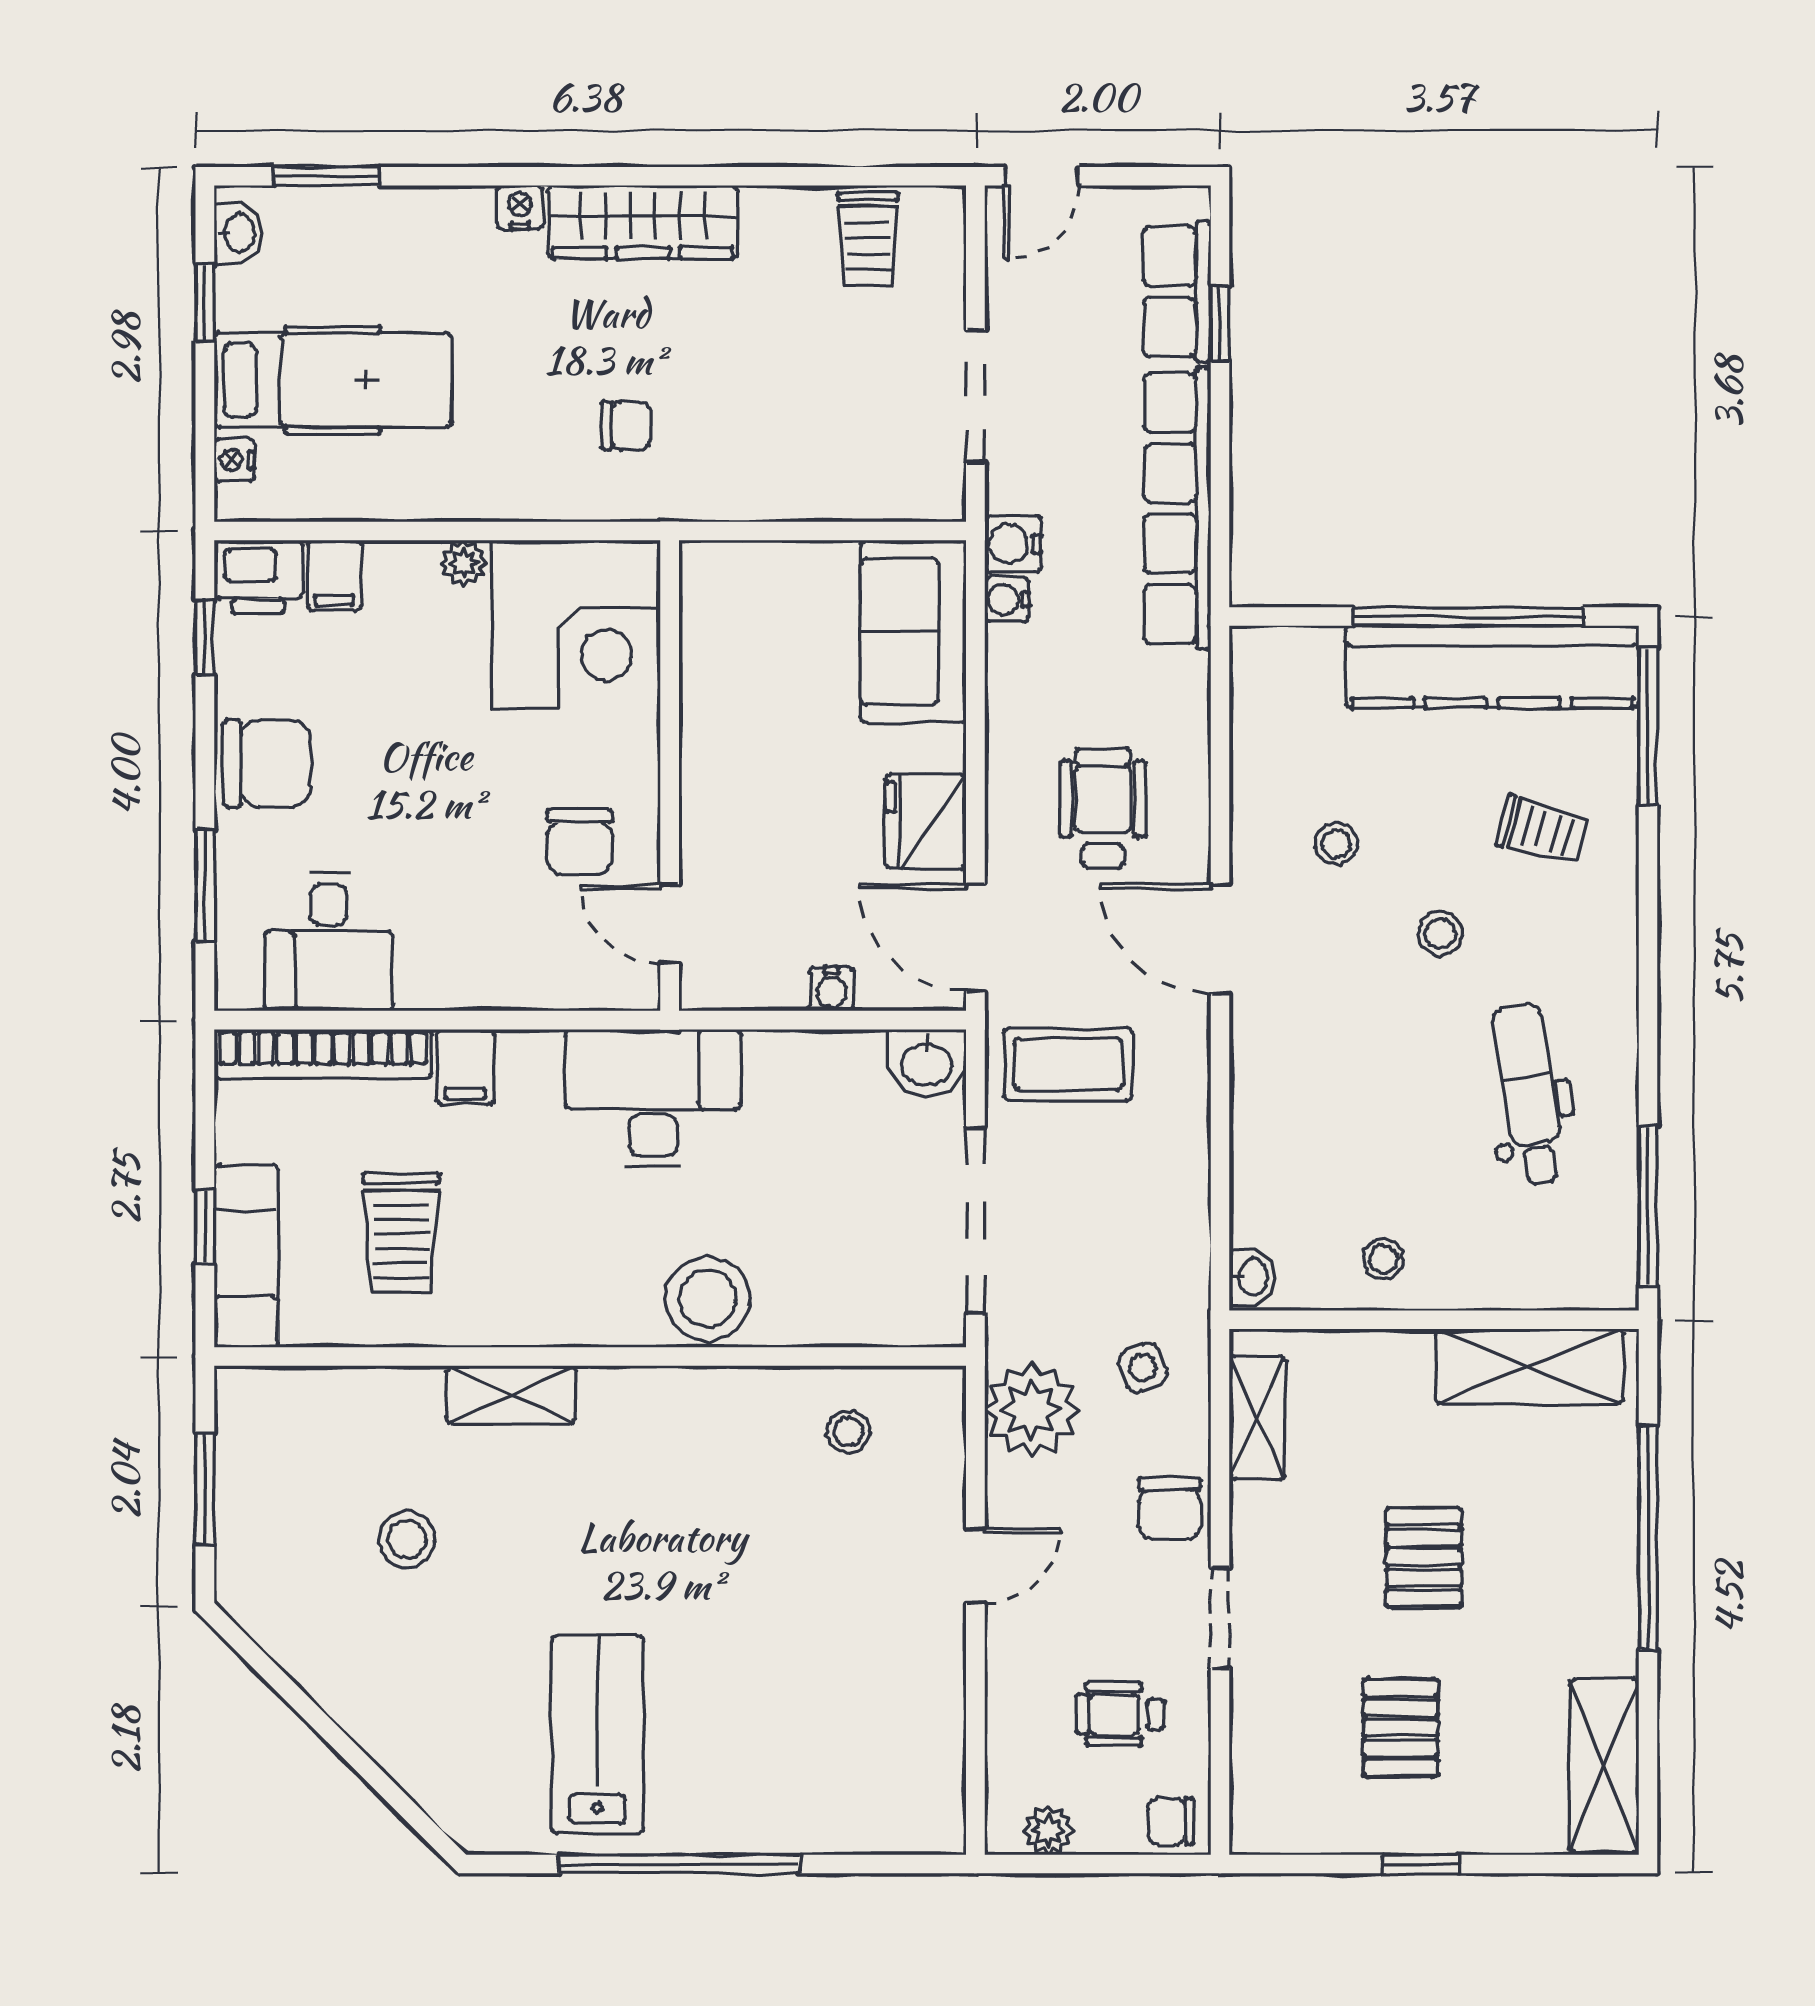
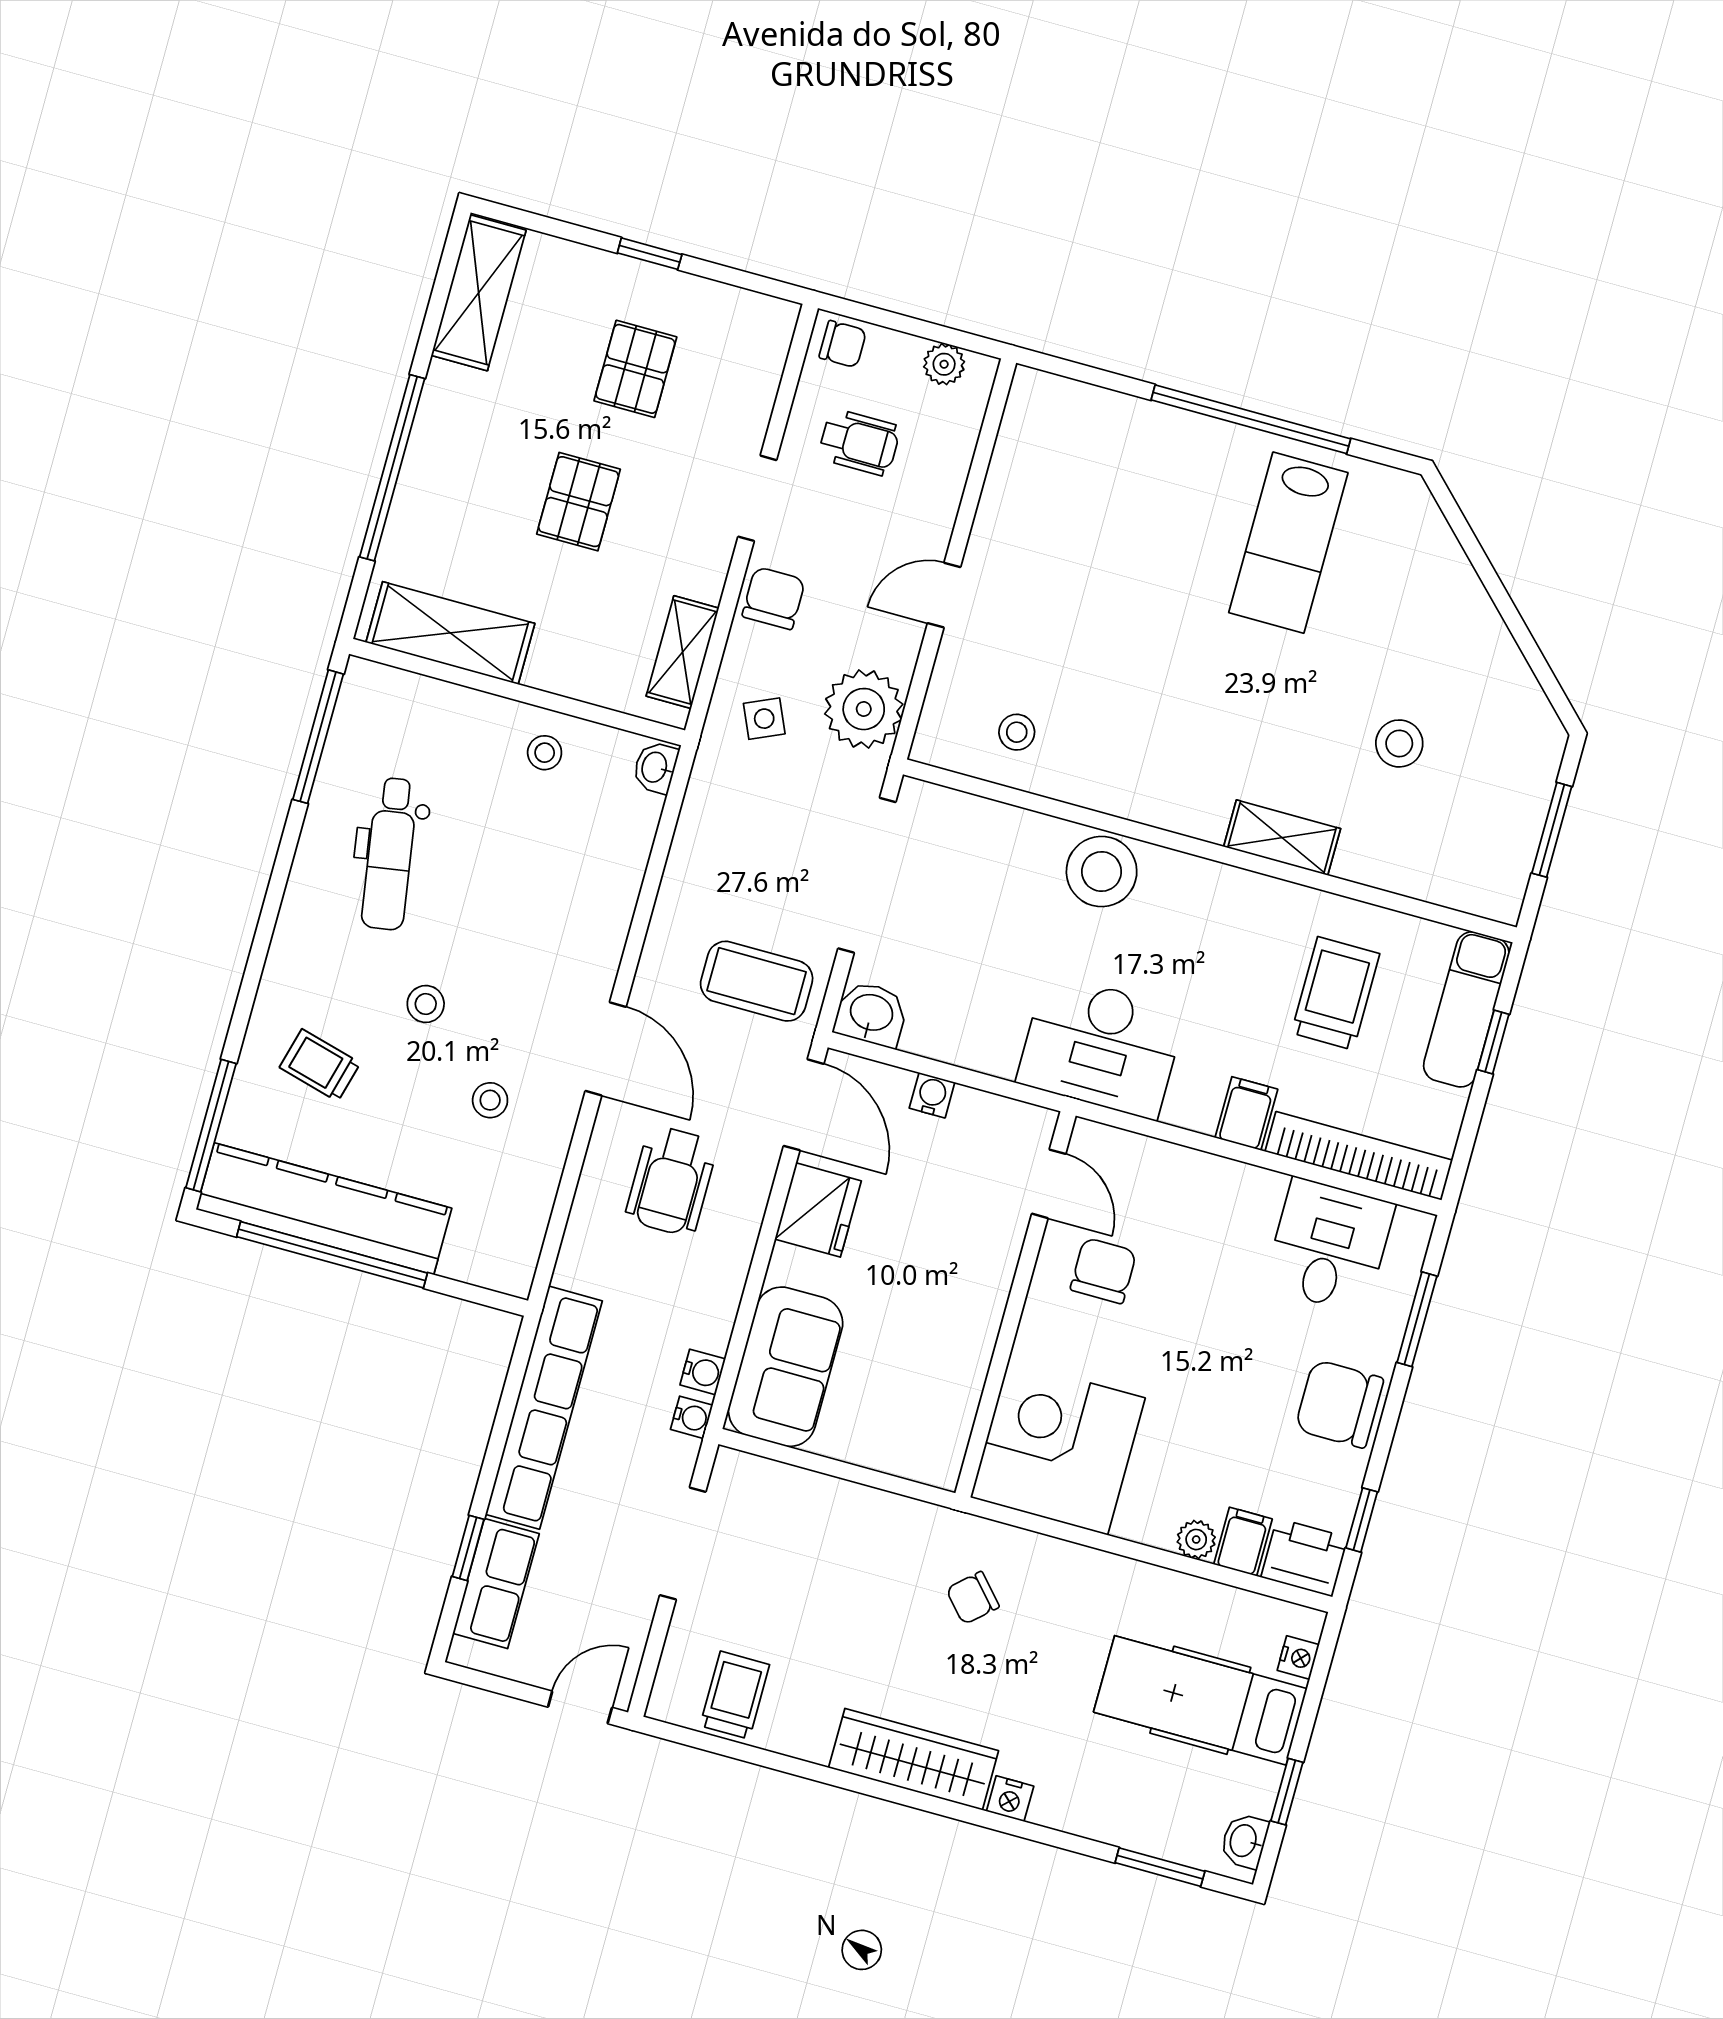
chair: (626, 426) -> (973, 1598), turned -42
water cooler: (1013, 544) -> (692, 1417), width x0.72, depth x0.72
plant: (463, 563) -> (1196, 1540), moved

